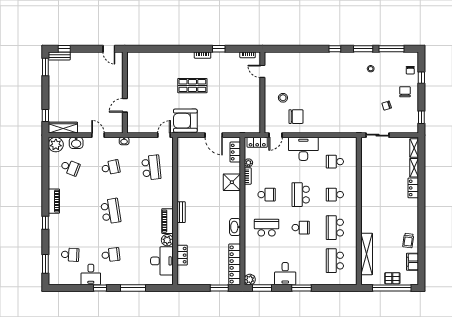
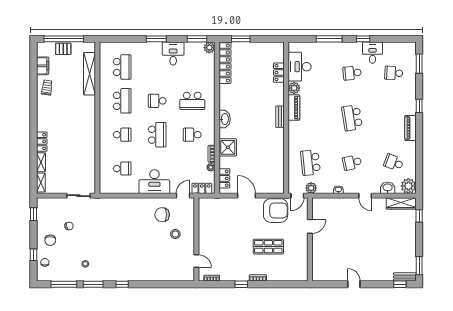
wall: (125, 92) -> (310, 239), moved
door: (125, 105) -> (310, 226), moved
plant: (151, 143) -> (311, 188), added
washbasin: (235, 227) -> (225, 119), moved

